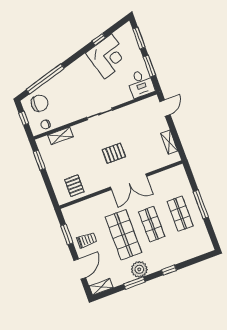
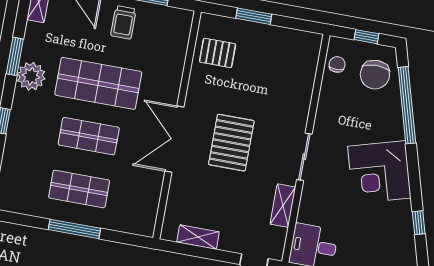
corner desk: (108, 56) -> (379, 172), moved
shelving: (60, 136) -> (283, 206), moved
pallet: (114, 153) -> (231, 143), width x1.50, depth x1.42
window: (39, 160) -> (254, 16), moved

